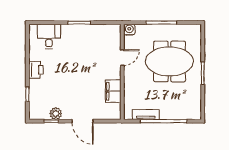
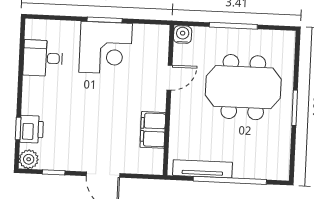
desk: (49, 36) -> (43, 58), moved, turned -90
corner desk: (81, 40) -> (106, 48), added
printer: (36, 70) -> (32, 129), moved
plant: (56, 114) -> (29, 159), moved
tv unit: (146, 115) -> (203, 169), width x1.41

